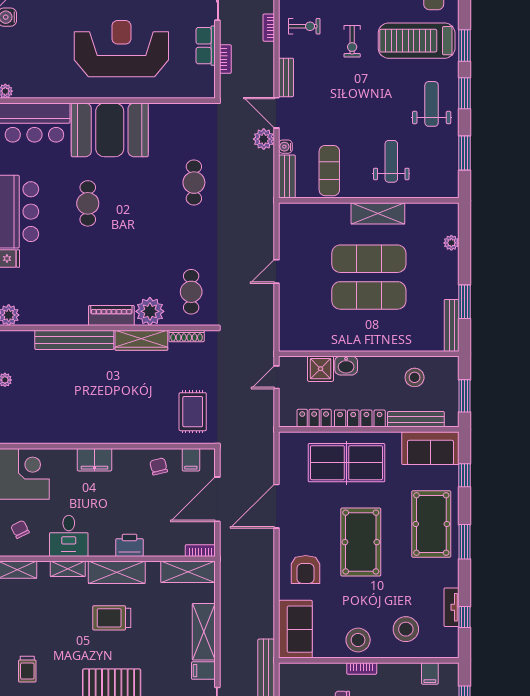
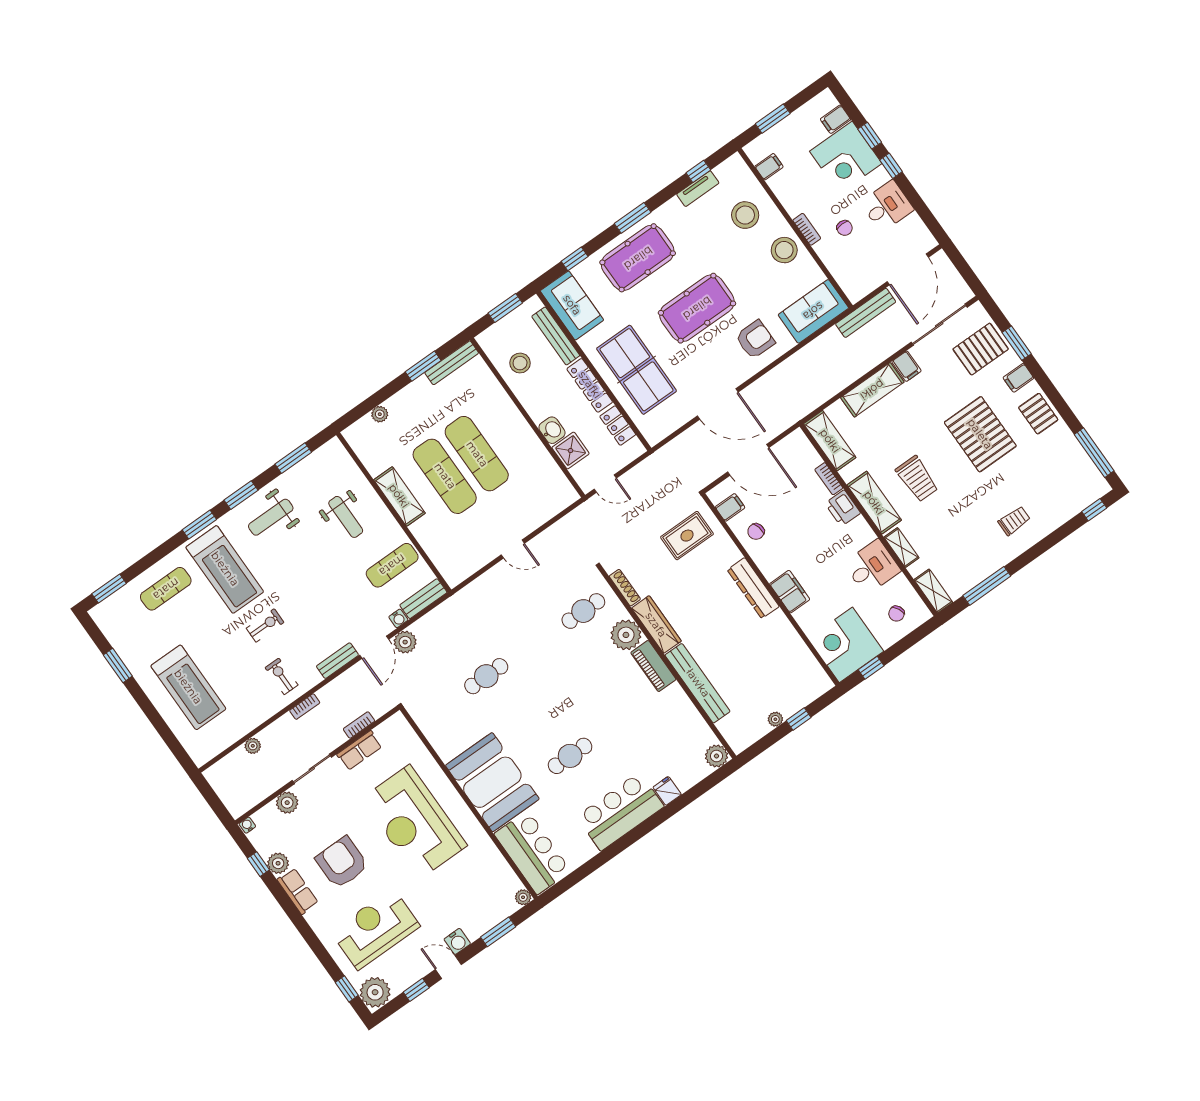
weight bench: (391, 161) -> (346, 517), turned -90
dresser: (117, 434) -> (753, 588), added
bookcase: (200, 551) -> (829, 479), moved

